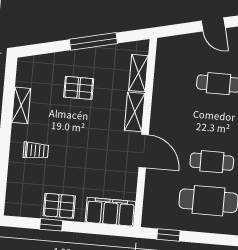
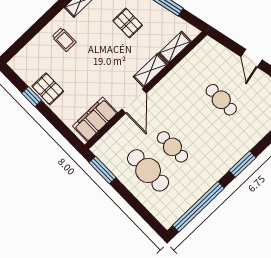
filing cabinet: (110, 212) -> (95, 119), moved, turned -90
window: (168, 235) -> (103, 170), width x1.50

